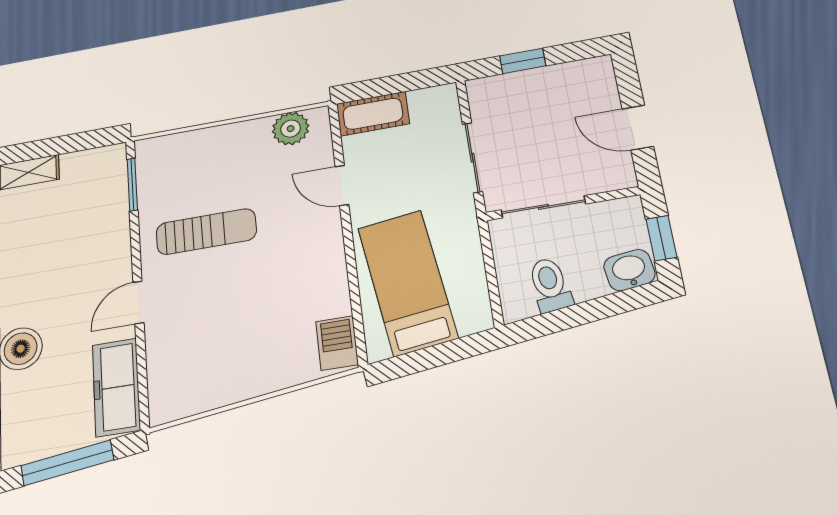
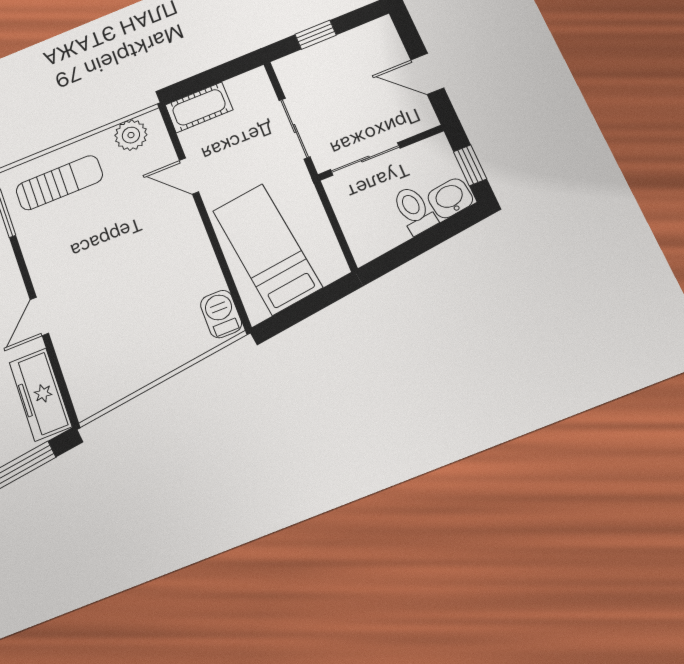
sun lounger: (206, 232) -> (59, 183), moved
toilet: (550, 285) -> (414, 210), moved

